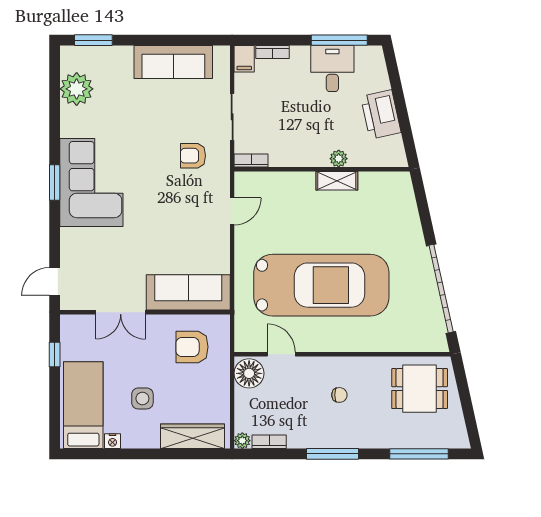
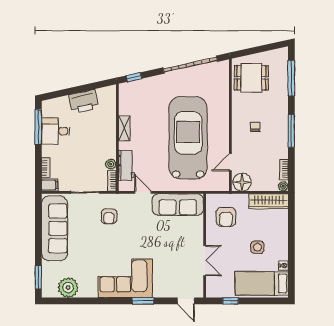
sofa: (173, 62) -> (54, 228), width x1.36, depth x1.27
plant: (339, 159) -> (111, 164), moved
window: (55, 182) -> (143, 301), moved
workbench: (277, 184) -> (126, 165), added
window: (421, 197) -> (134, 77), added
sofa: (188, 292) -> (178, 205), moved, turned -90
dining table: (420, 389) -> (251, 78), turned 90
wardrobe: (192, 436) -> (269, 201), moved, turned -90

